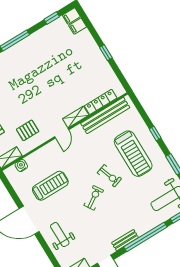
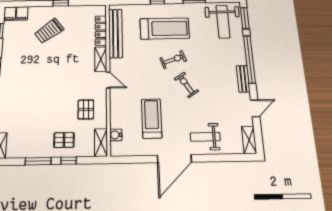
trolley: (75, 59) -> (49, 31), added

